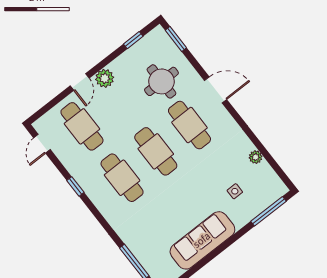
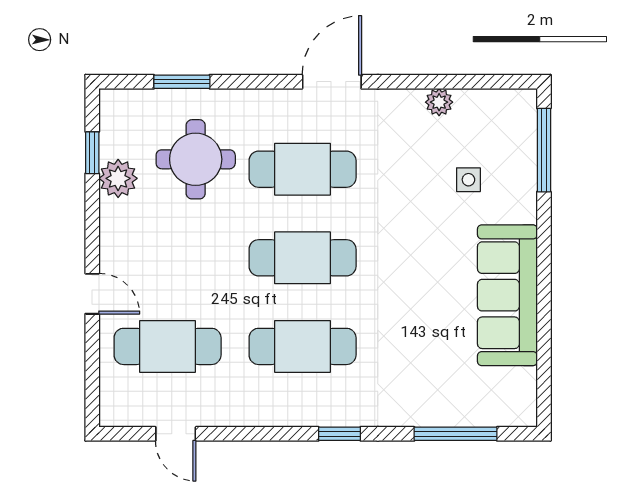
window: (176, 39) -> (182, 82), moved
plant: (105, 78) -> (118, 178), moved
door: (216, 90) -> (332, 82), moved
door: (42, 144) -> (176, 434), moved
window: (75, 186) -> (340, 434), moved

